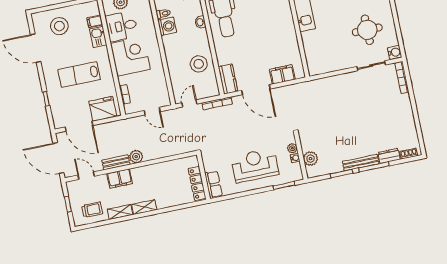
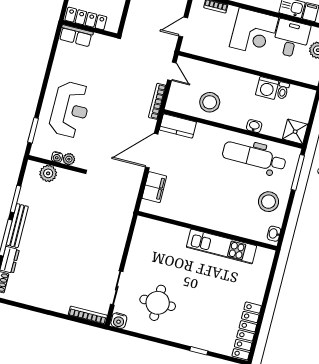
wall: (203, 177) -> (90, 29), moved
locker: (197, 183) -> (86, 18), moved
row of seats: (213, 185) -> (76, 36), moved

